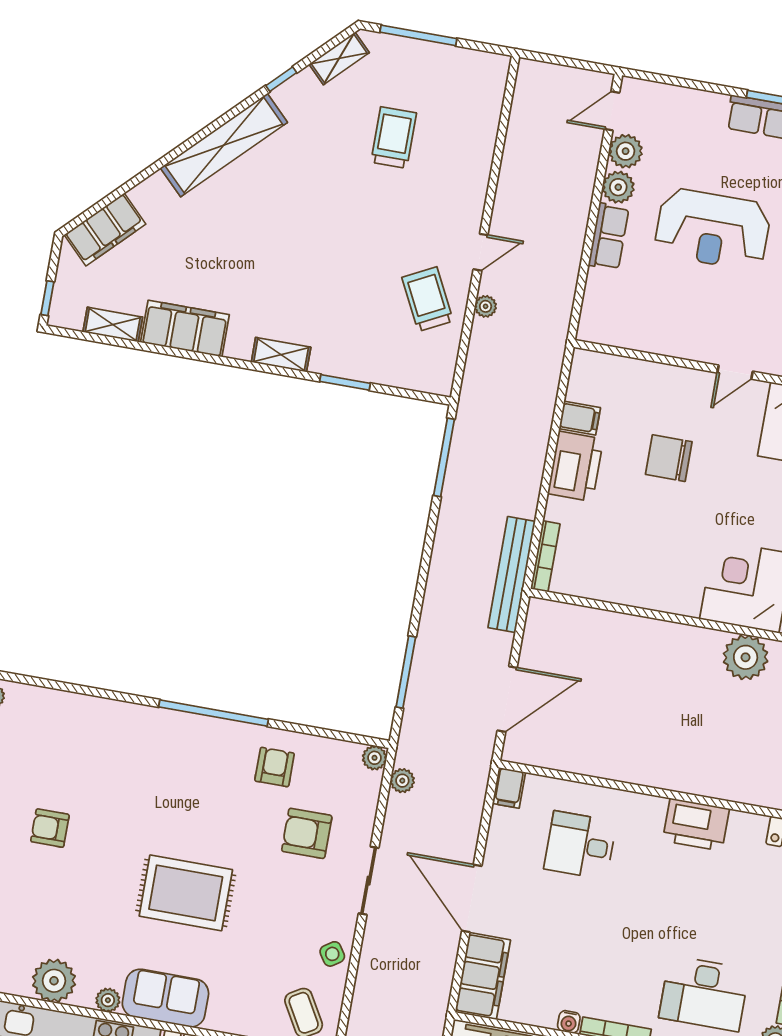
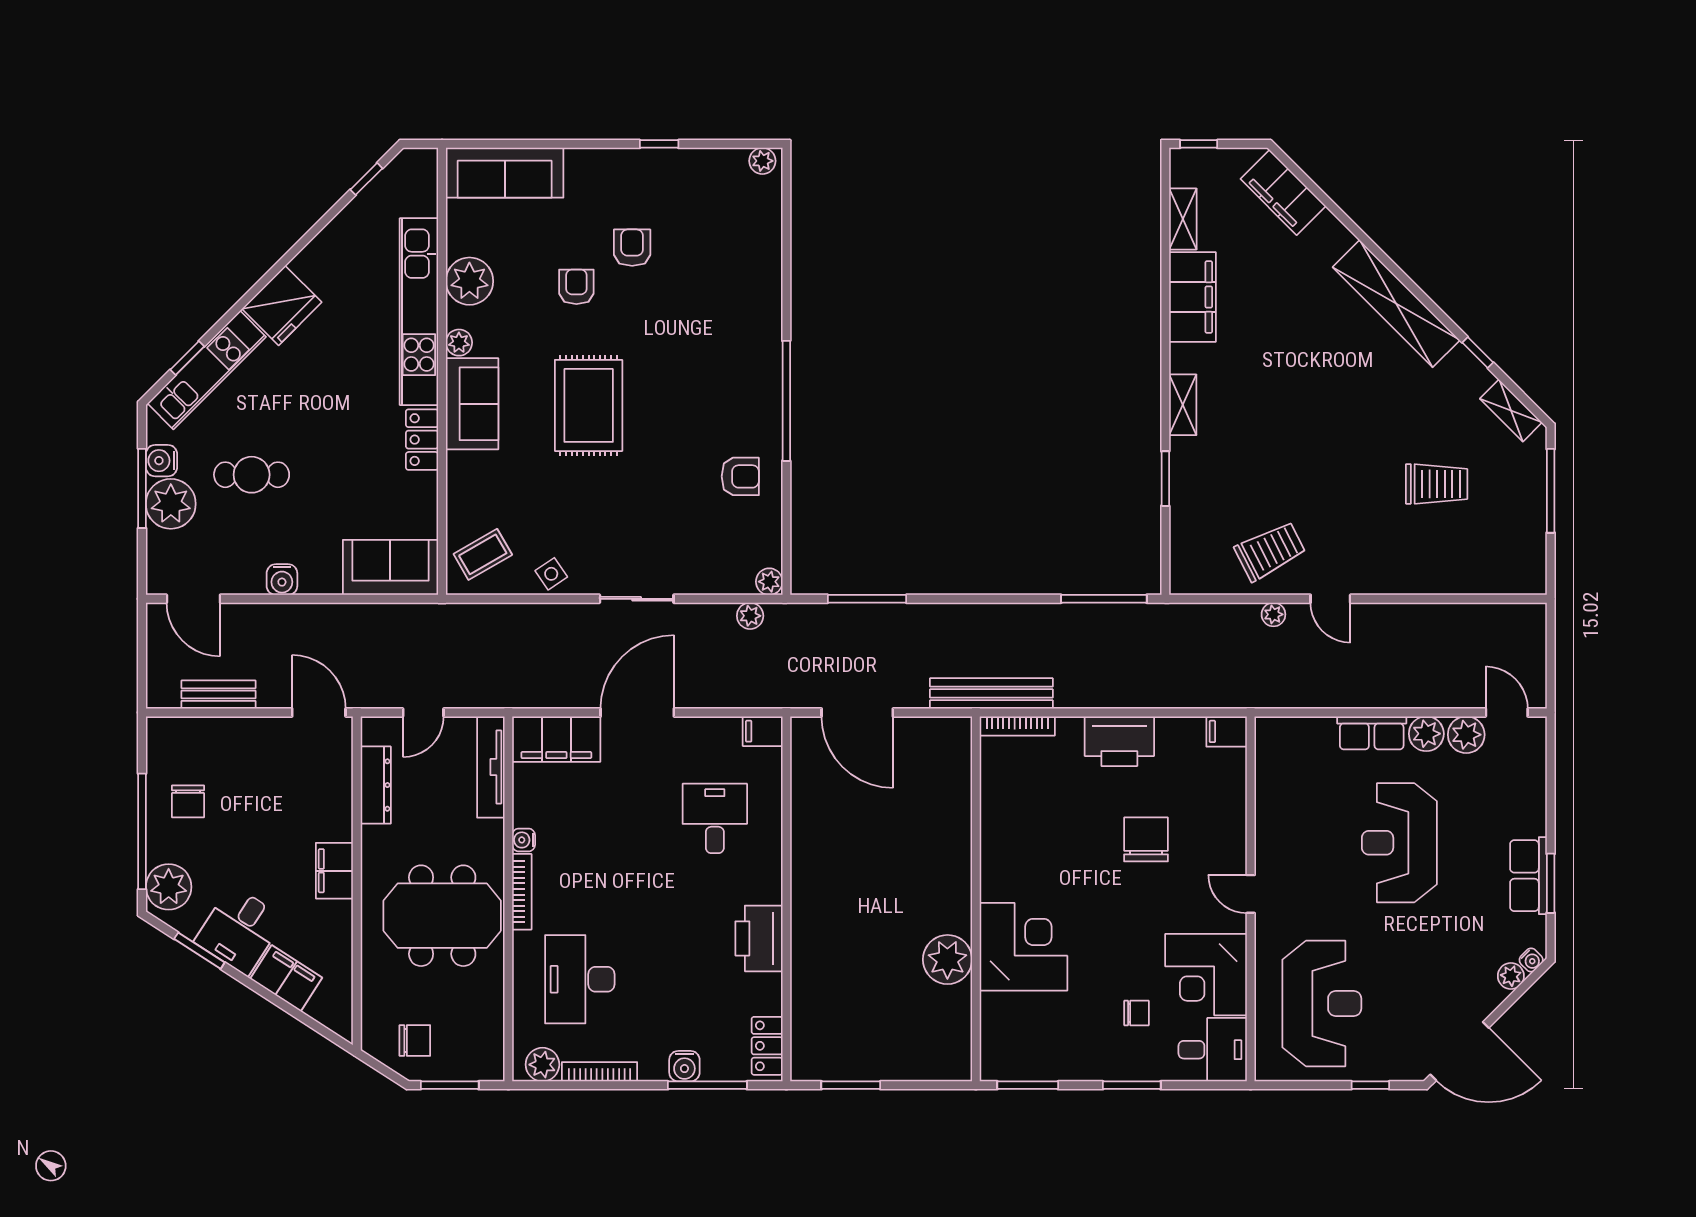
filing cabinet: (580, 418) -> (1227, 731), moved, turned 90
armchair: (307, 833) -> (576, 287), moved, width x0.72, depth x0.72

